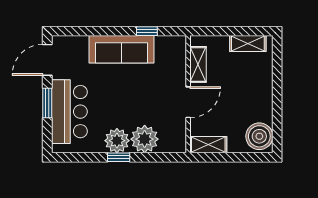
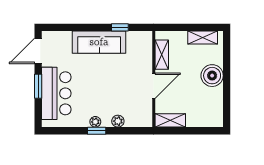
boiler: (259, 136) -> (212, 76), moved
plant: (145, 139) -> (118, 121), width x0.53, depth x0.53
plant: (117, 141) -> (95, 122), width x0.53, depth x0.53

